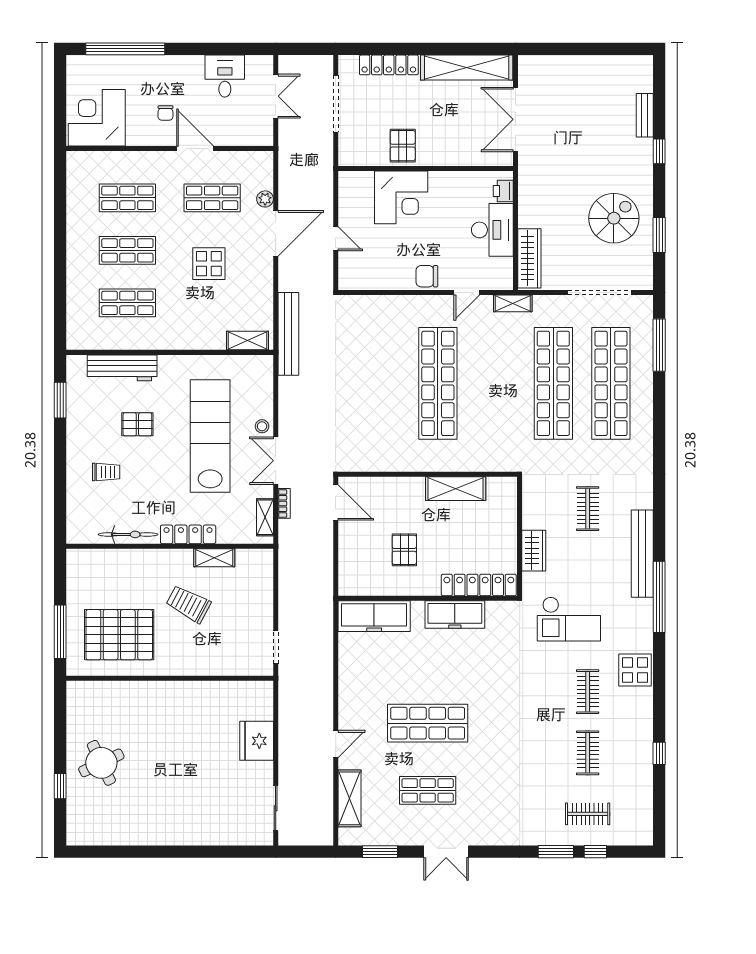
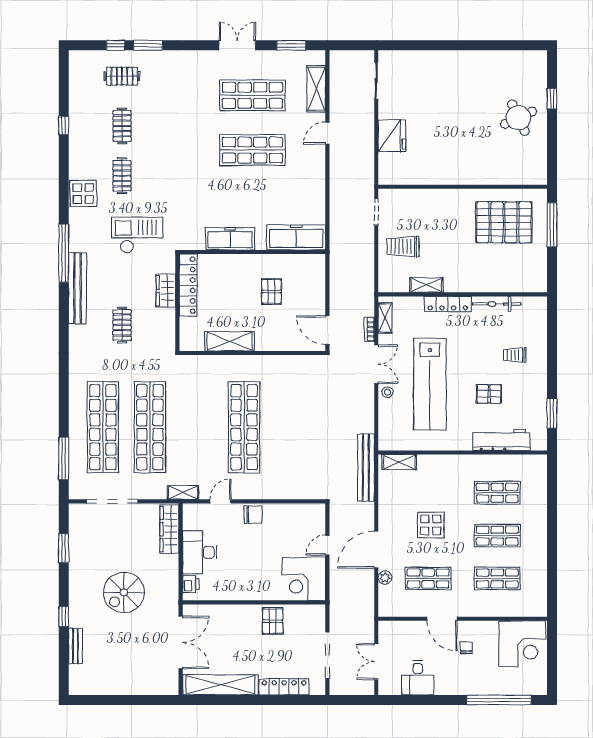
corner desk: (401, 197) -> (304, 579), moved, turned -90
spiral stairs: (614, 218) -> (124, 592), moved
door: (336, 239) -> (327, 545), hinge flipped
locker: (479, 585) -> (188, 285), moved, turned -90
trolley: (188, 604) -> (403, 246), moved, turned 152
shop shelf: (428, 790) -> (252, 95), width x1.43, depth x1.36

